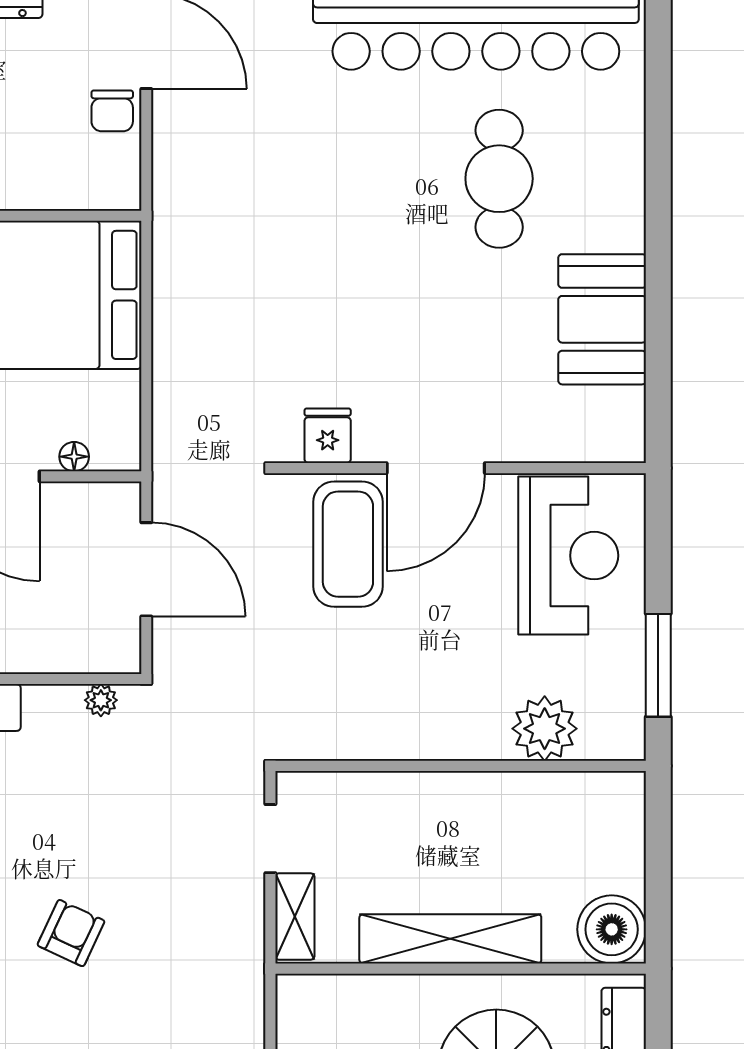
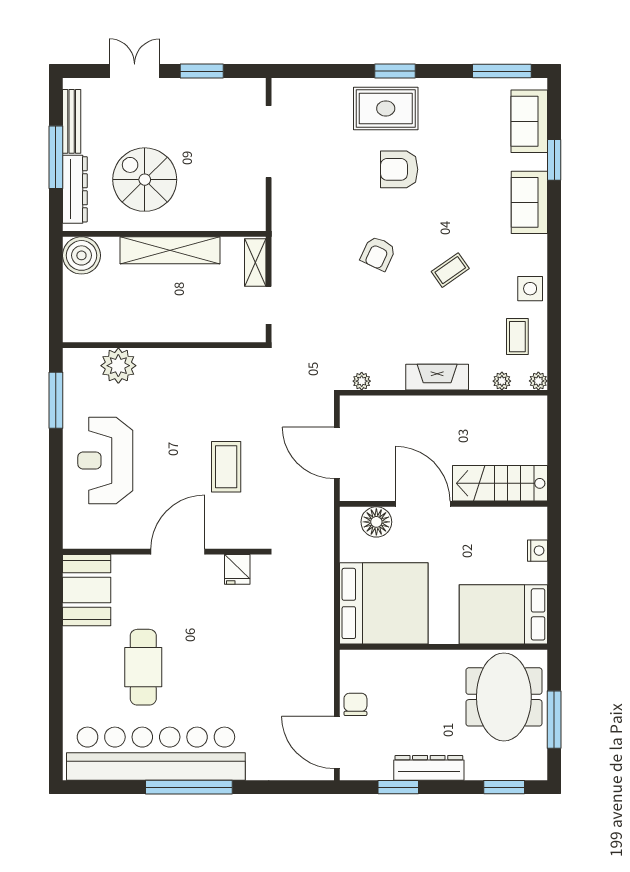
fridge: (328, 436) -> (237, 569), moved
floor lamp: (74, 457) -> (376, 522), width x1.89, depth x1.89
door: (436, 468) -> (178, 552), moved
wall: (461, 468) -> (164, 552), moved
coffee table: (348, 544) -> (226, 467), width x0.73, depth x0.76

